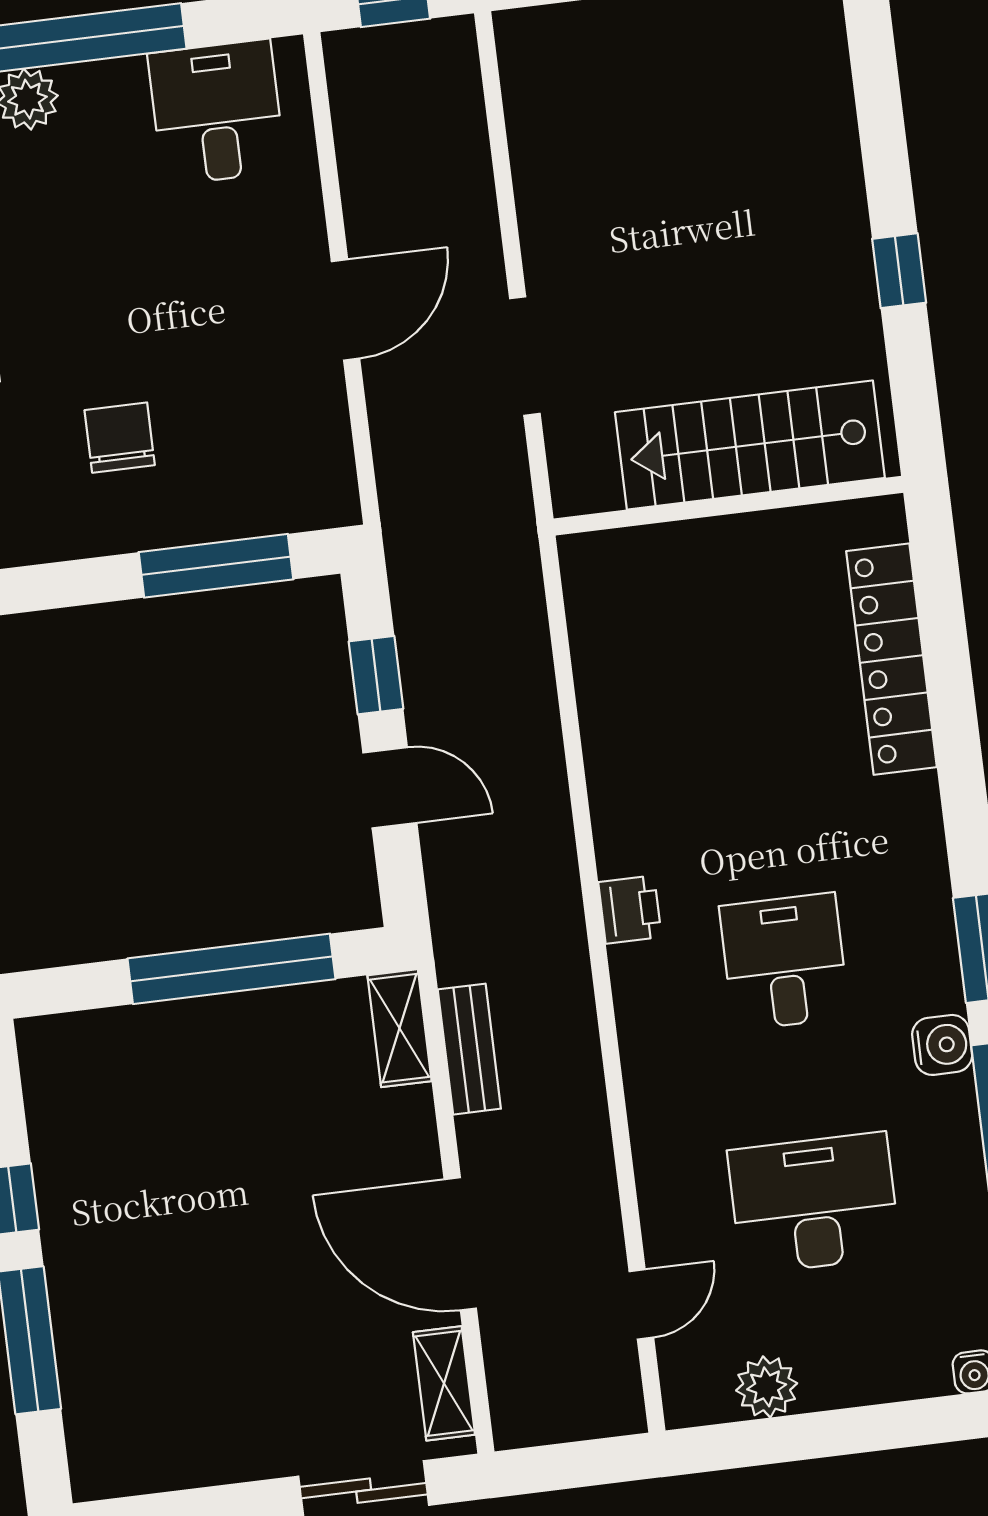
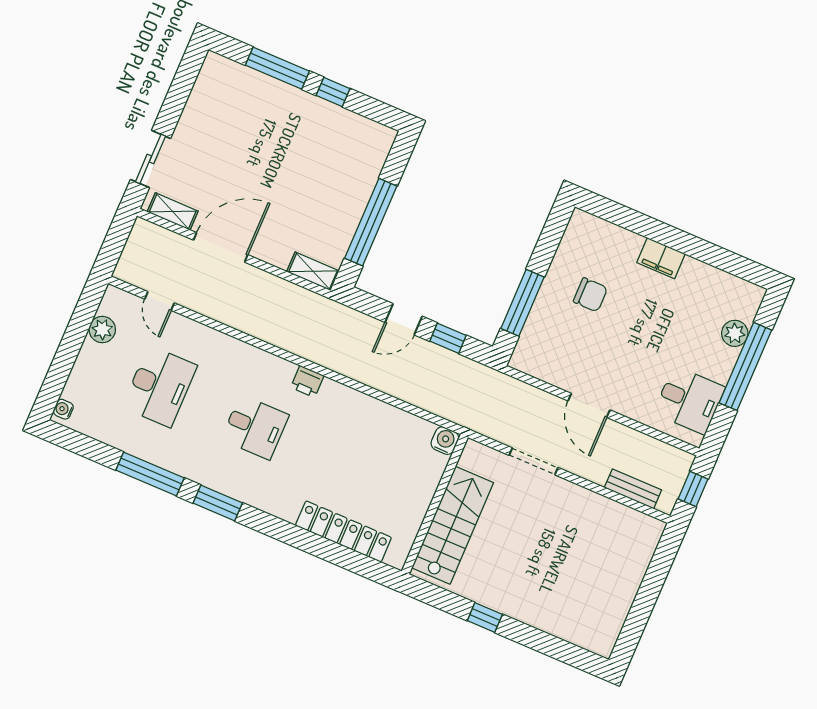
water cooler: (942, 1045) -> (445, 441), moved, turned 180
bench: (469, 1049) -> (633, 489), moved

